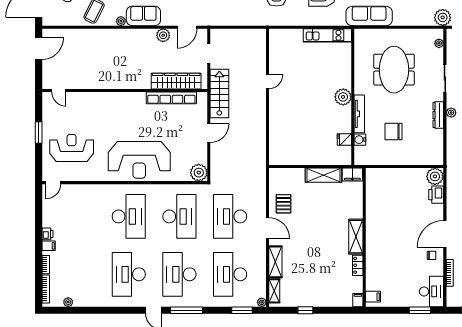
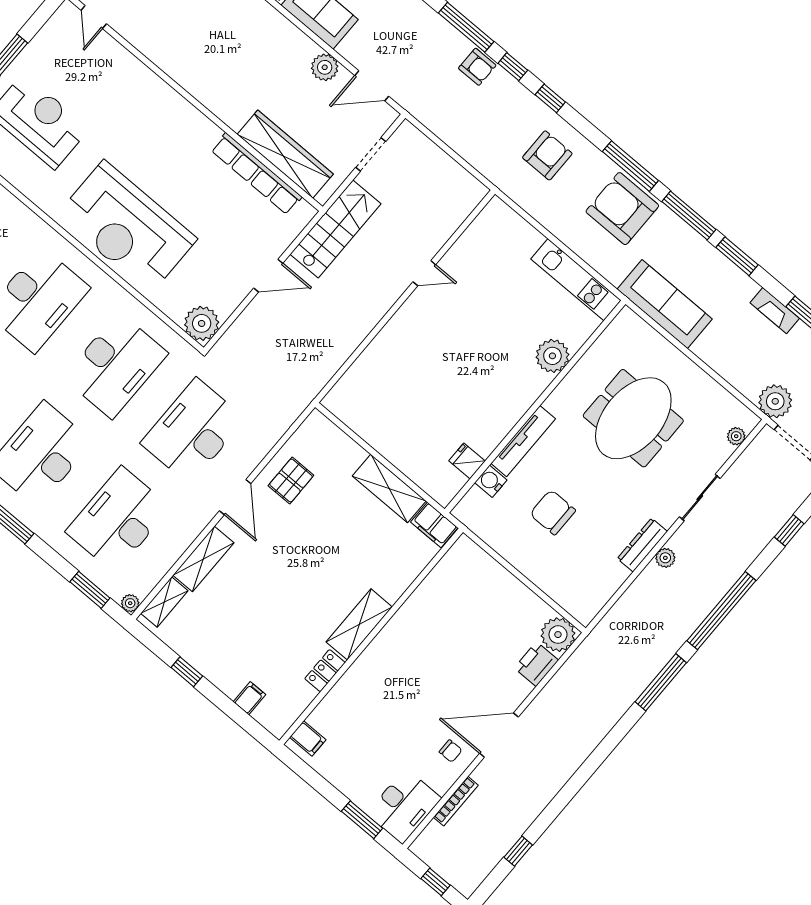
plant: (343, 97) -> (552, 356), moved
filing cabinet: (358, 300) -> (250, 698), moved

